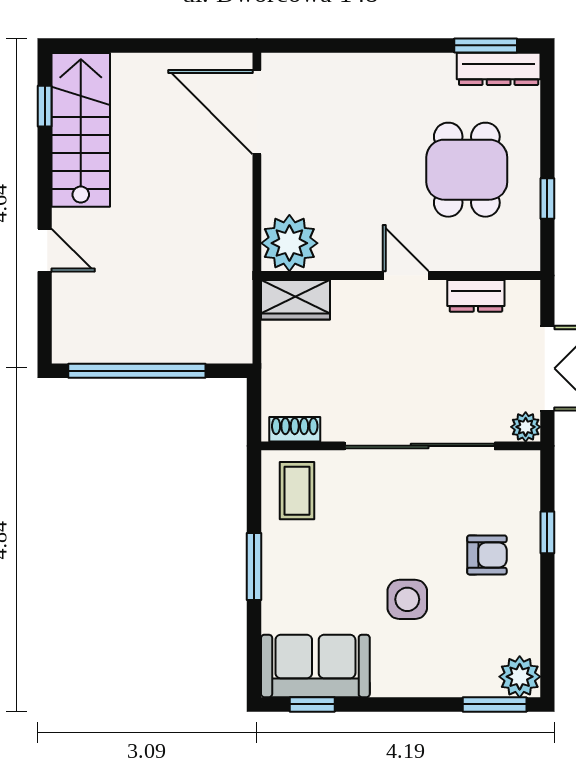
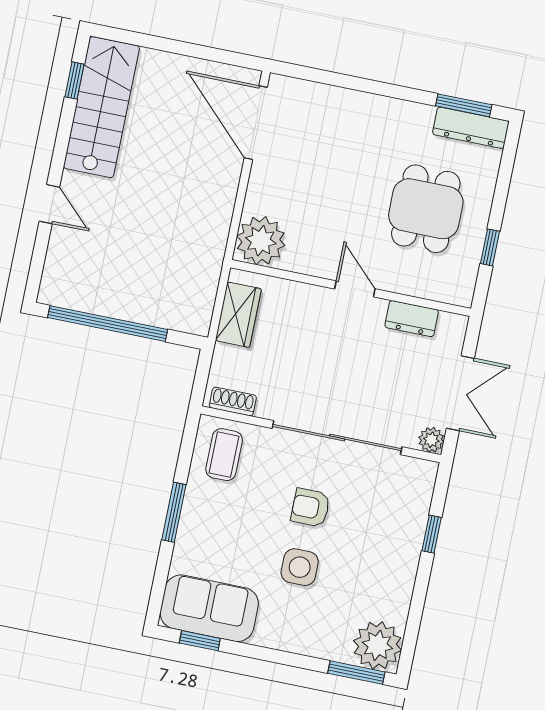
wardrobe: (296, 300) -> (238, 315), moved, turned -90
armchair: (487, 555) -> (310, 508), moved, turned 180
plant: (520, 677) -> (378, 645), width x1.36, depth x1.36

